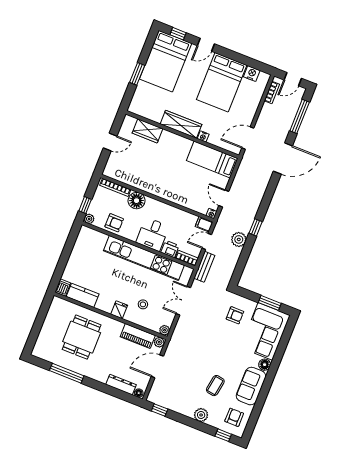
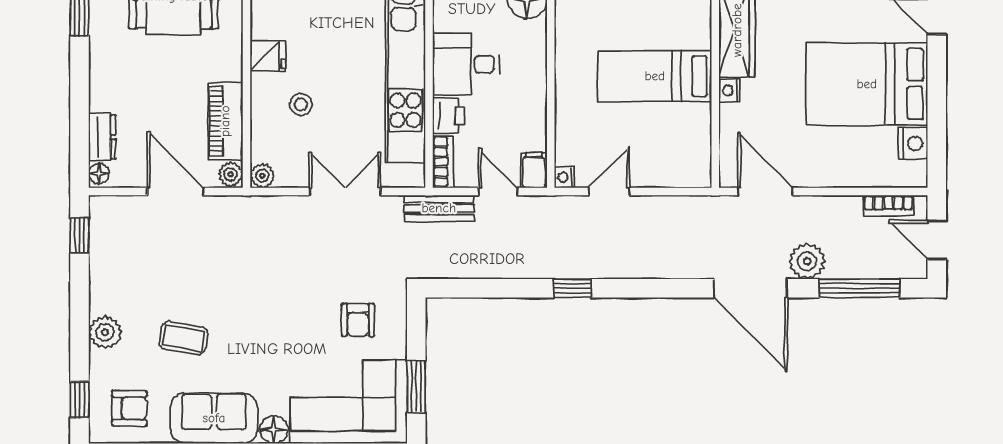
bed: (212, 159) -> (655, 76), moved, turned -90
plant: (239, 239) -> (807, 261), moved
dresser: (121, 385) -> (102, 137), width x0.70

